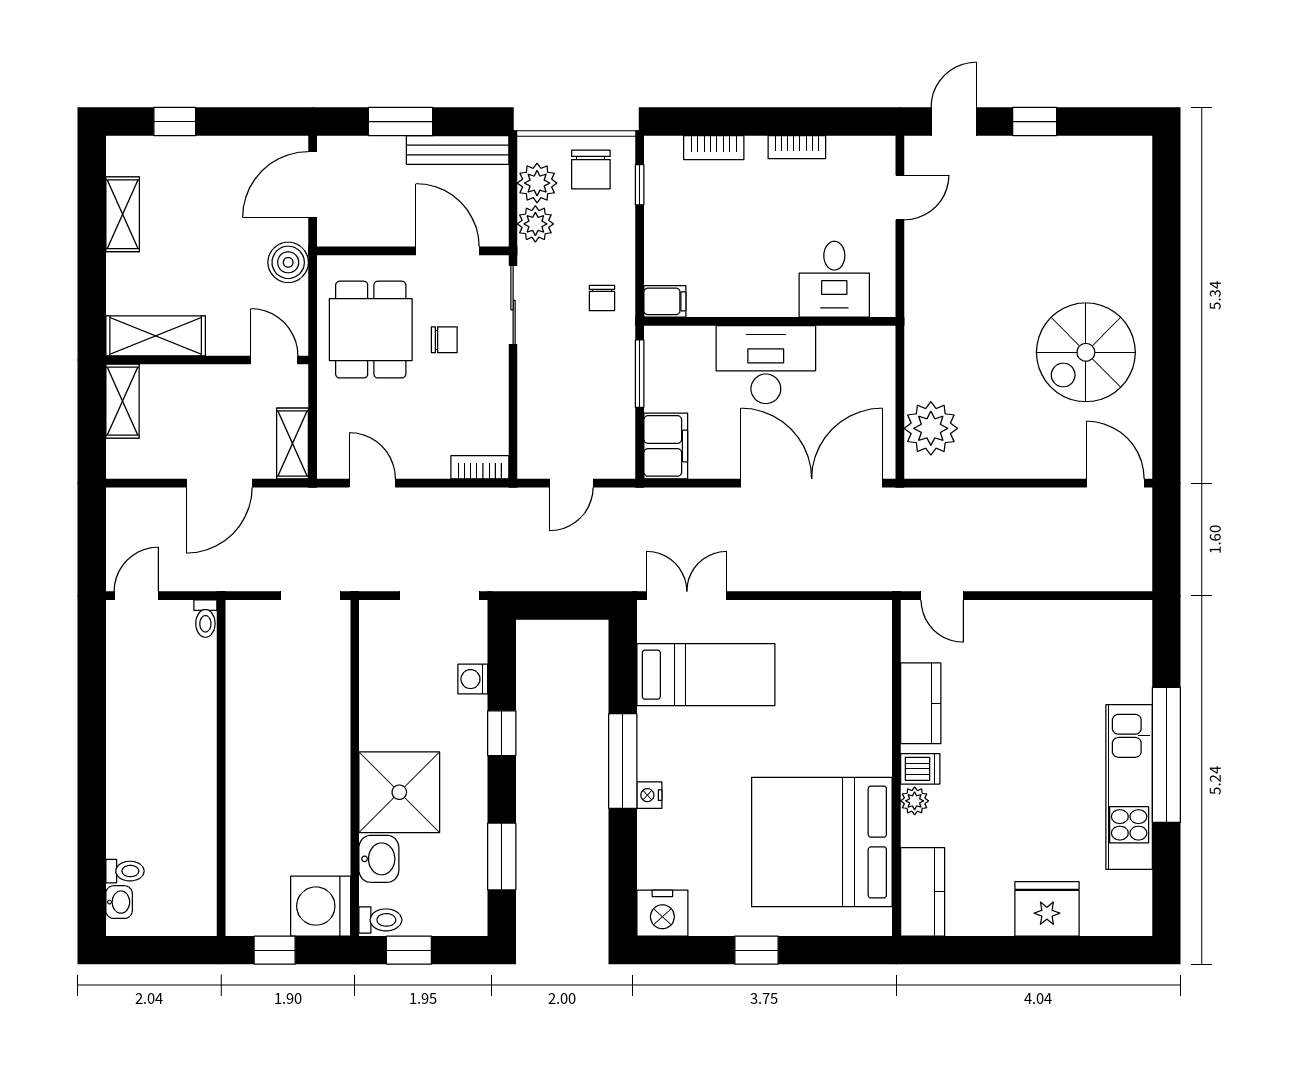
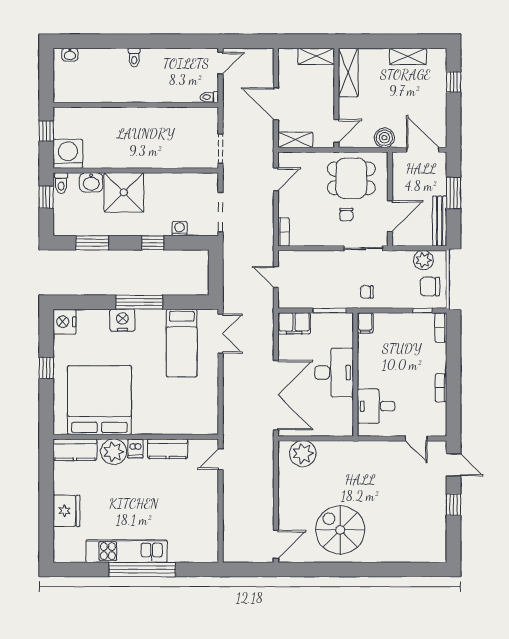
bookcase: (714, 148) -> (441, 327), moved
plant: (535, 224) -> (403, 259), removed
door: (136, 596) -> (221, 63), hinge flipped
nightstand: (649, 795) -> (122, 320), width x1.89, depth x1.79
plant: (915, 801) -> (114, 452), width x1.88, depth x1.88
toilet: (125, 871) -> (134, 58), moved

